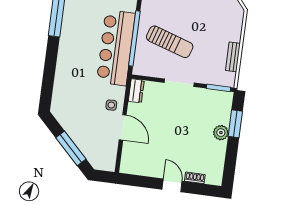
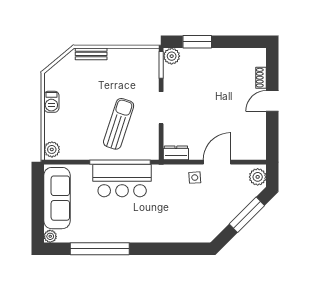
bar counter: (116, 48) -> (122, 181), width x0.73
bench: (233, 57) -> (91, 54), moved
plant: (221, 133) -> (172, 56), moved
plant: (104, 163) -> (258, 177), added

